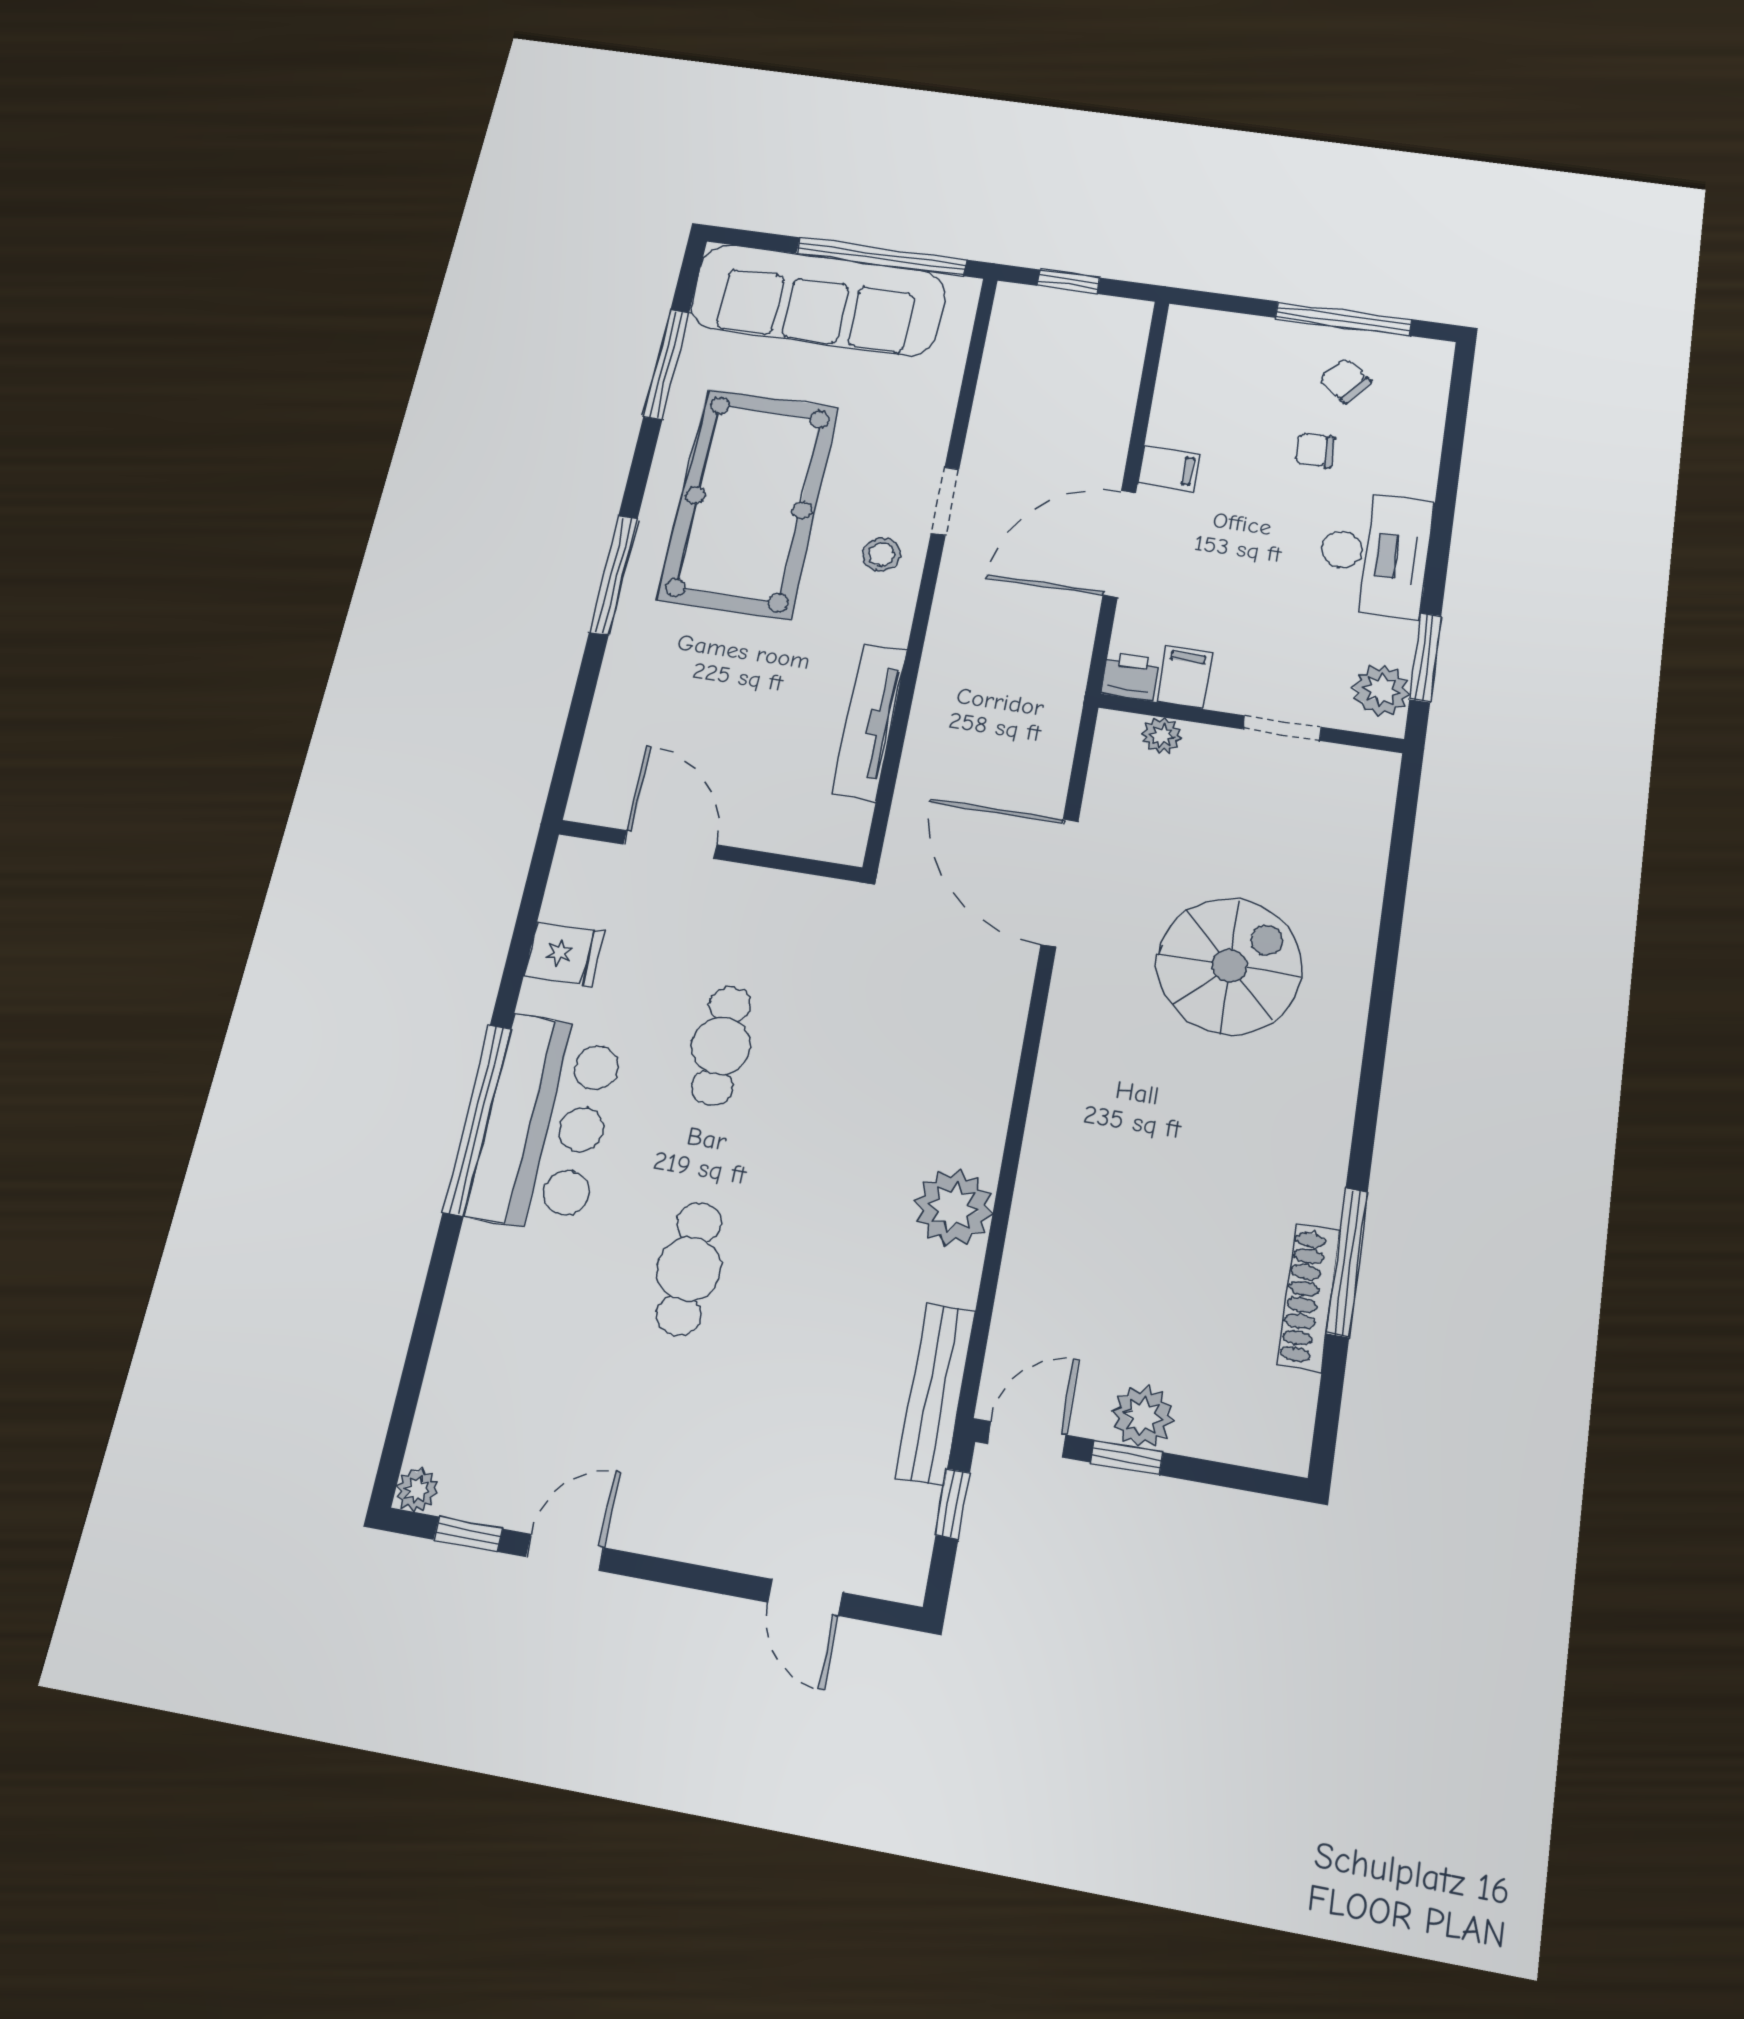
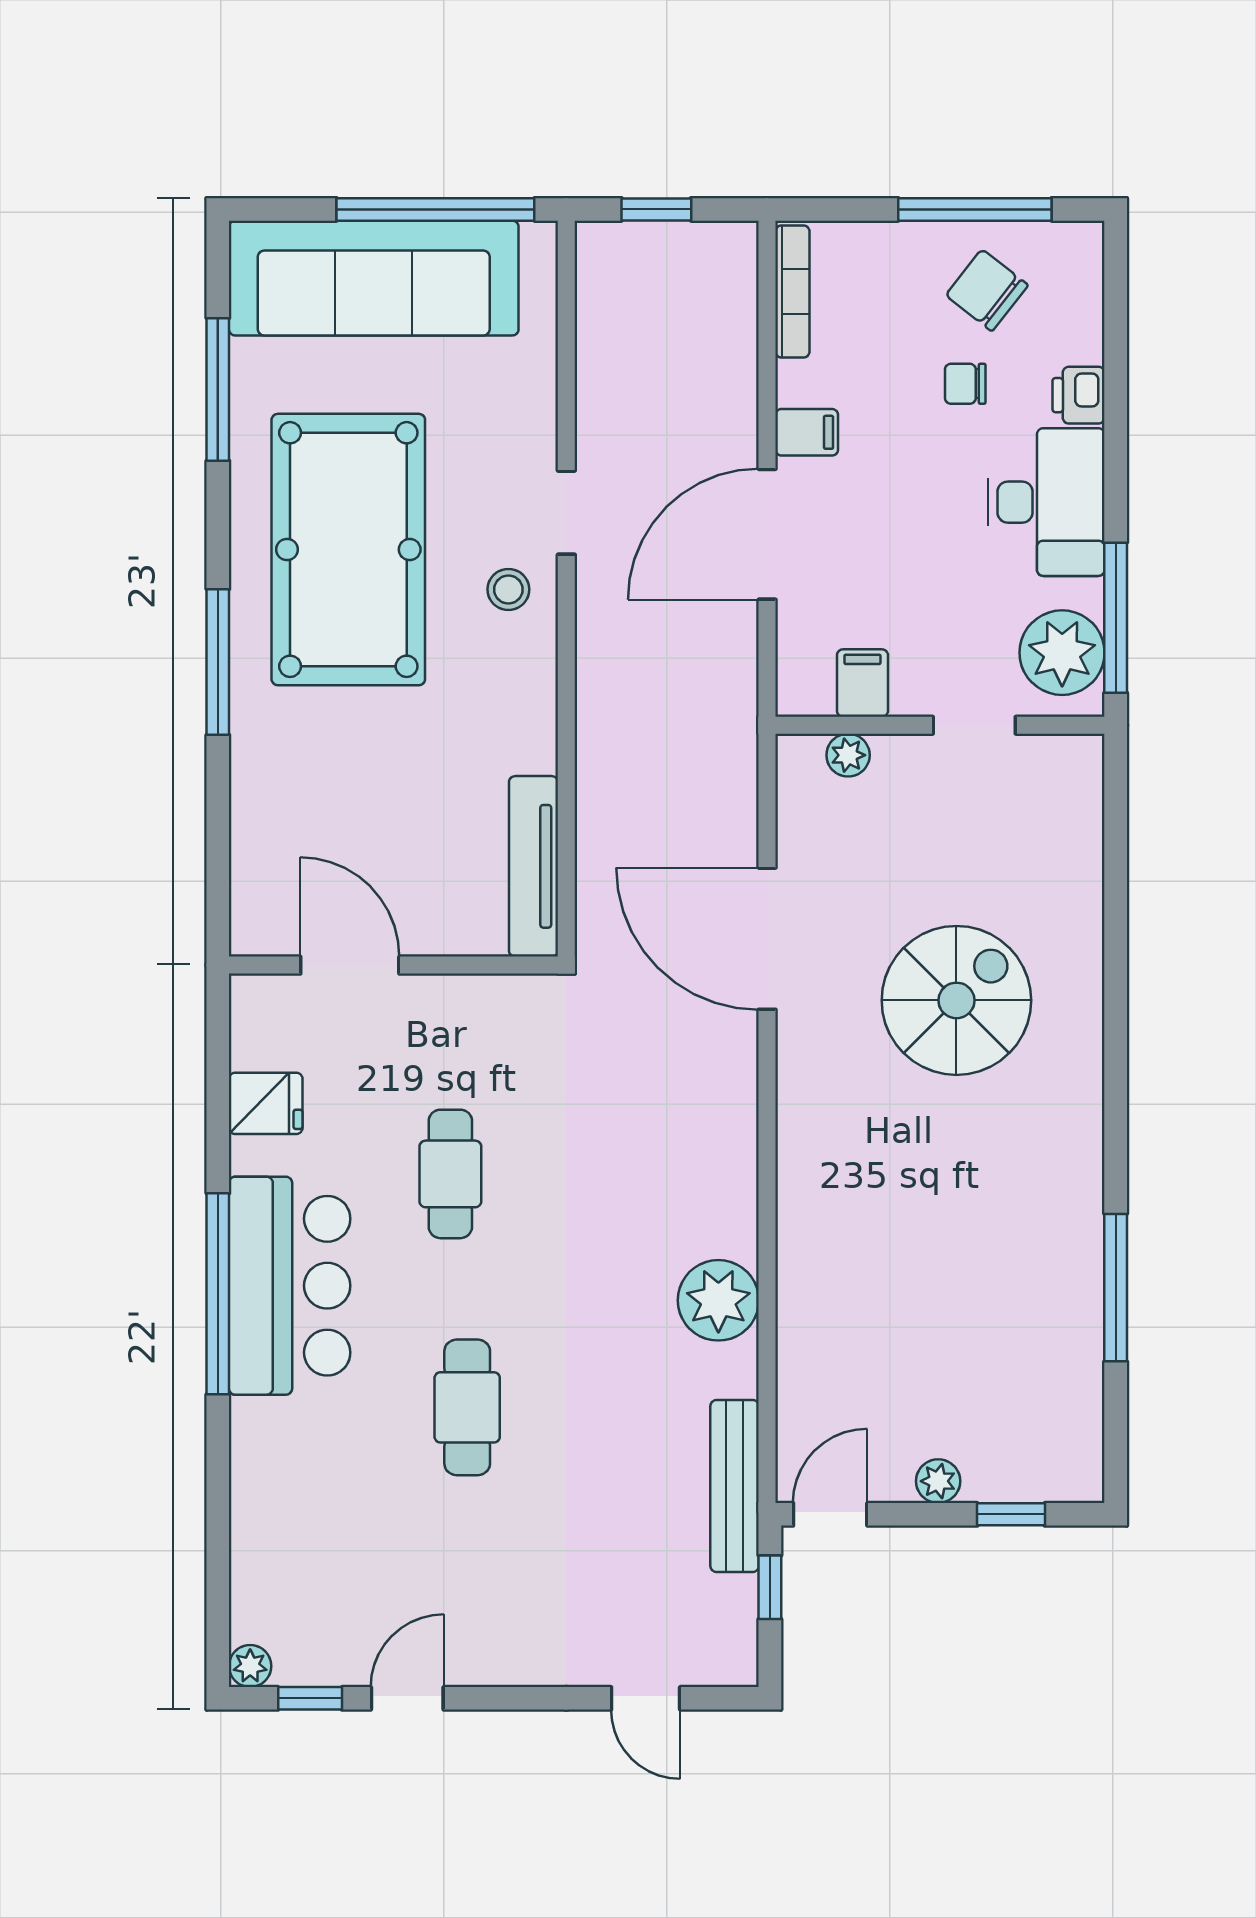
bookcase: (1175, 359) -> (792, 292), added
chair: (1345, 381) -> (987, 290), width x1.37, depth x1.37
window: (1425, 657) -> (1116, 618), width x1.44
printer: (1131, 676) -> (1078, 395), moved, turned -90
plant: (1381, 690) -> (1062, 653), width x1.36, depth x1.36
tv unit: (869, 722) -> (534, 866), moved
shoe rack: (1309, 1298) -> (1082, 1329), removed
plant: (1143, 1416) -> (938, 1481), width x0.73, depth x0.73
window: (1127, 1457) -> (1011, 1514), moved

